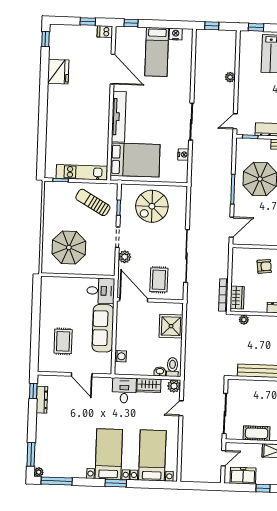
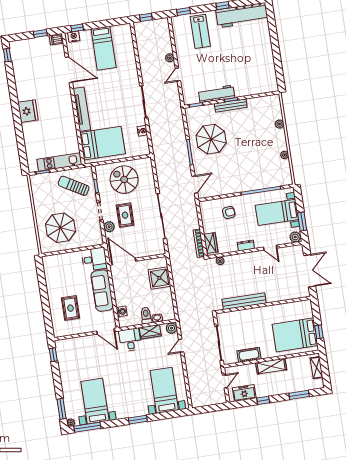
nightstand: (176, 34) -> (74, 37), moved
fridge: (58, 72) -> (28, 111), moved
door: (235, 121) -> (178, 75), moved
spiral stairs: (152, 206) -> (124, 180), turned 90
rug: (159, 280) -> (125, 215), moved
toilet: (172, 367) -> (146, 315), moved
door: (82, 375) -> (106, 331), moved
dresser: (42, 400) -> (62, 361), removed
bed with nightstands: (109, 454) -> (95, 401), moved

